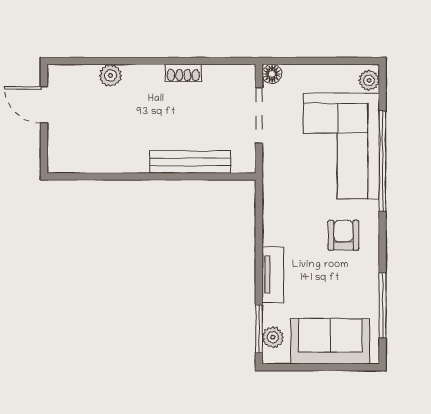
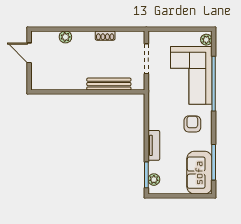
floor lamp: (272, 74) -> (153, 36), removed
sofa: (330, 341) -> (199, 173), moved, turned -90

